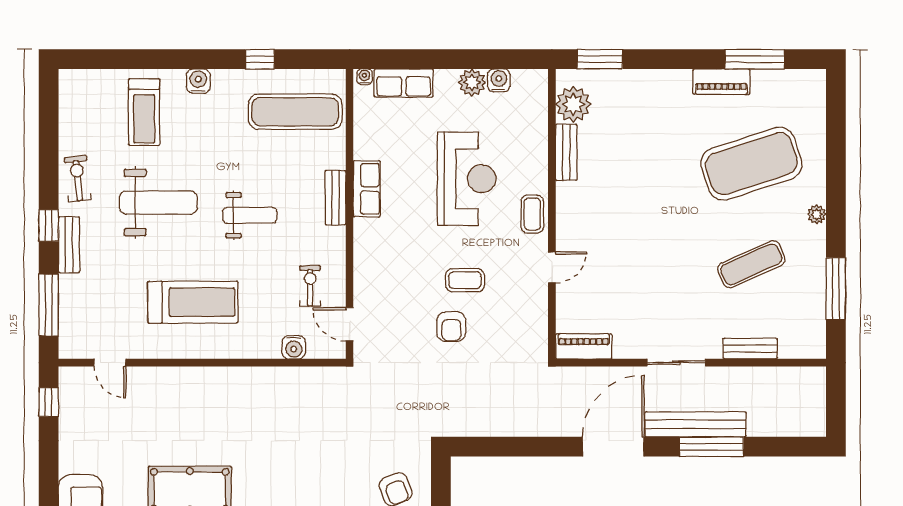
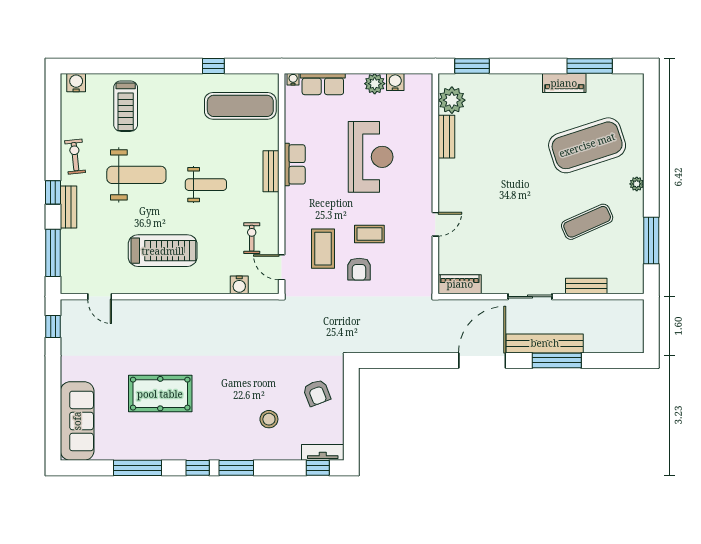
water cooler: (198, 81) -> (76, 83), moved
coffee table: (532, 214) -> (323, 249), moved, width x1.36, depth x1.30

